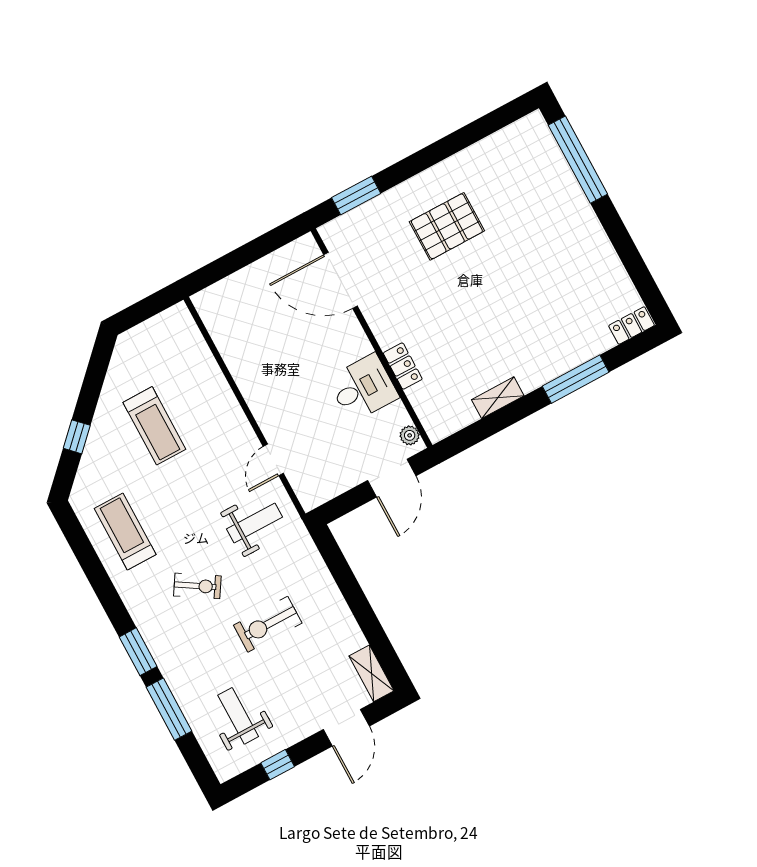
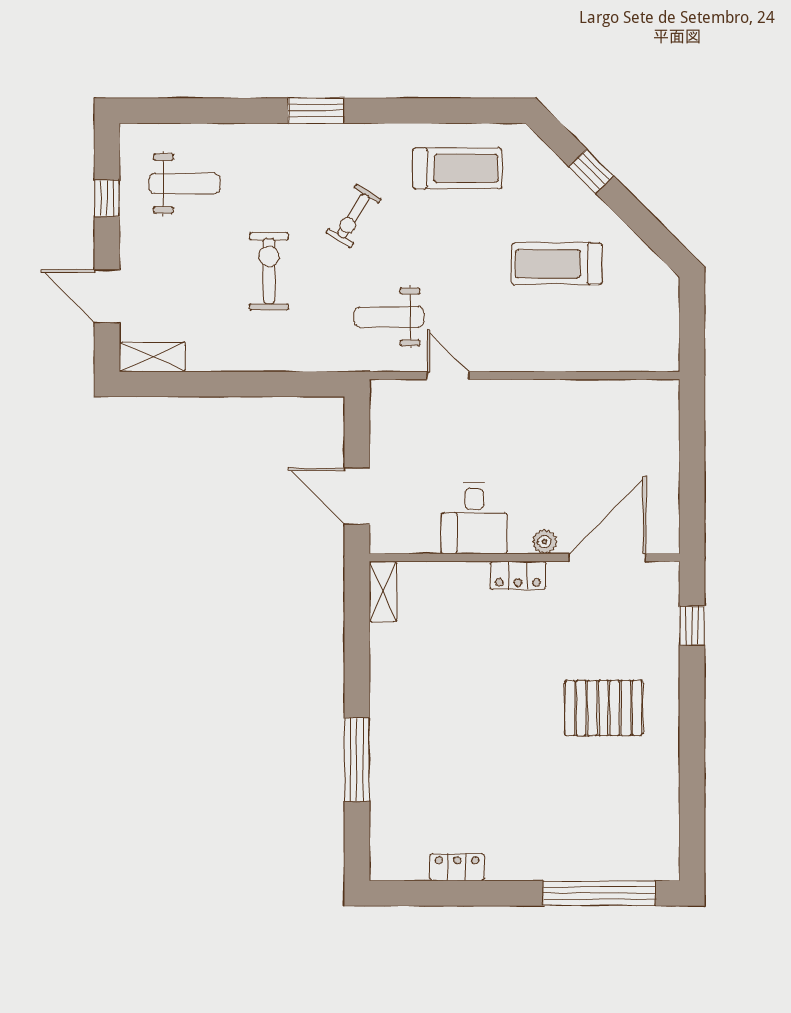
window: (356, 195) -> (692, 626), width x0.67
pallet: (447, 226) -> (604, 708), turned 90
locker: (632, 325) -> (457, 867), moved, turned -90
locker: (403, 366) -> (518, 575), moved
shelving: (498, 398) -> (383, 592), moved
plant: (410, 435) -> (545, 542), moved
weight bench: (254, 523) -> (389, 317), turned 90
window: (169, 709) -> (234, 111), removed

